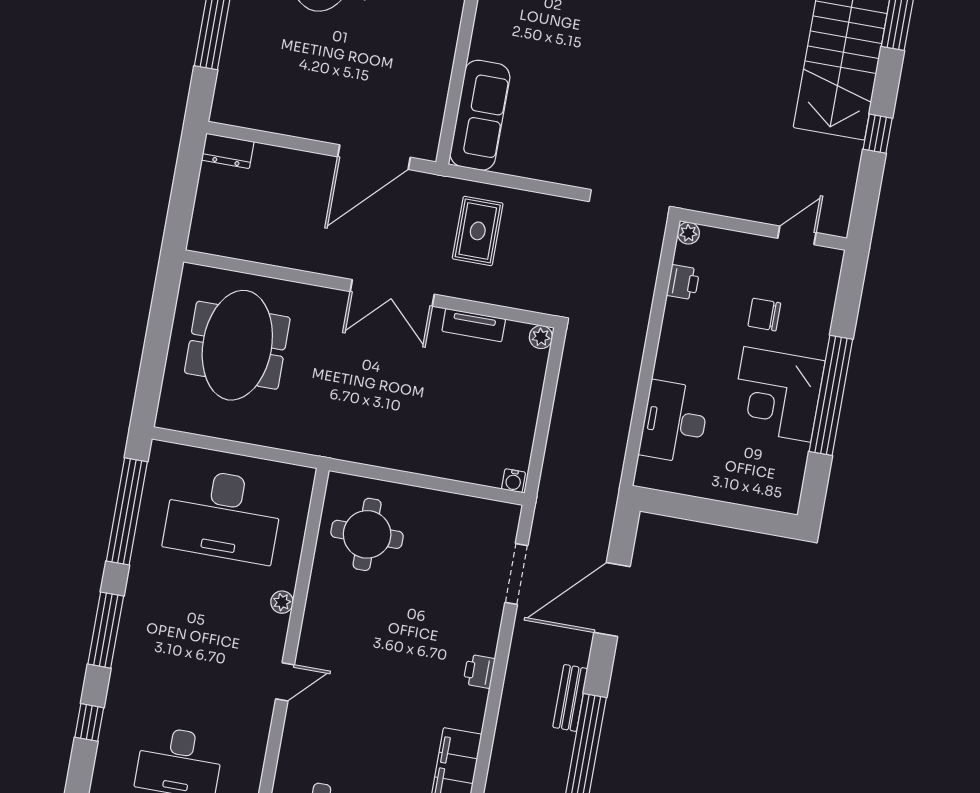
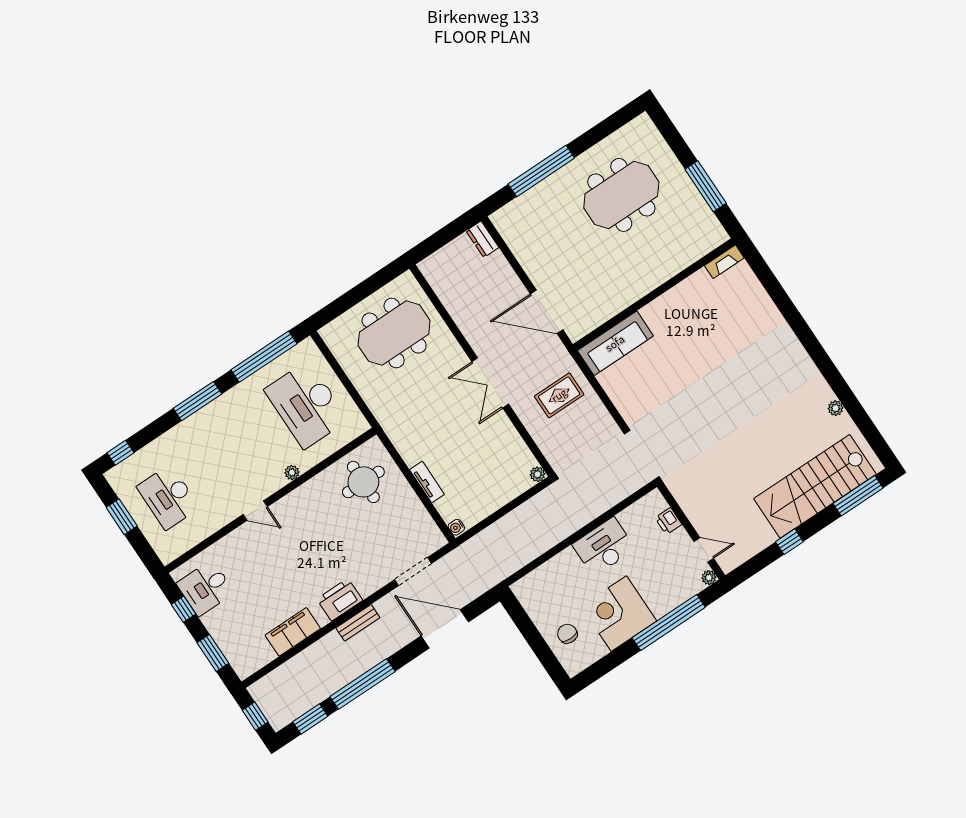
plant: (688, 233) -> (709, 578), moved
printer: (683, 282) -> (668, 521), moved, turned 90
chair: (764, 315) -> (567, 634), moved
tv unit: (474, 325) -> (427, 482), moved, turned 180
window: (831, 395) -> (669, 622), moved
desk: (674, 422) -> (604, 547), moved
printer: (479, 671) -> (340, 600), width x1.87, depth x1.48
bench: (570, 698) -> (358, 623), moved
window: (89, 722) -> (120, 453), moved

